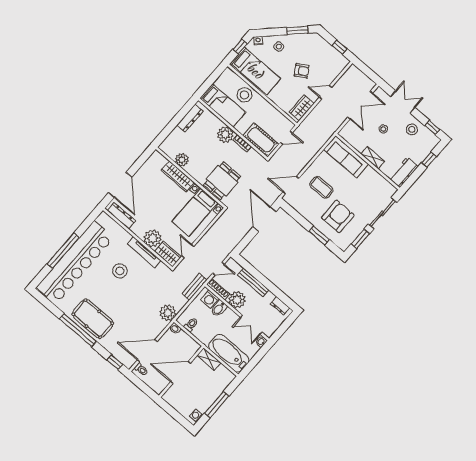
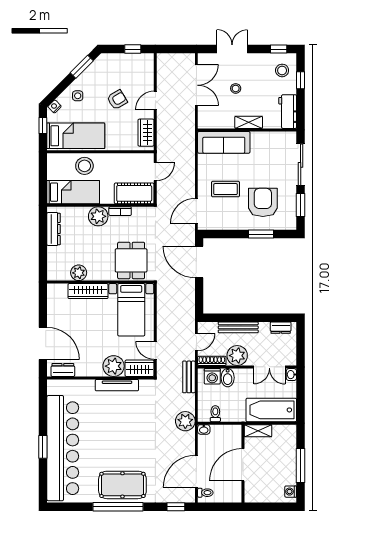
stool: (412, 129) -> (282, 70), moved
dresser: (121, 216) -> (63, 370), width x0.70
window: (63, 251) -> (43, 447), width x0.47
stool: (120, 271) -> (110, 421), removed

